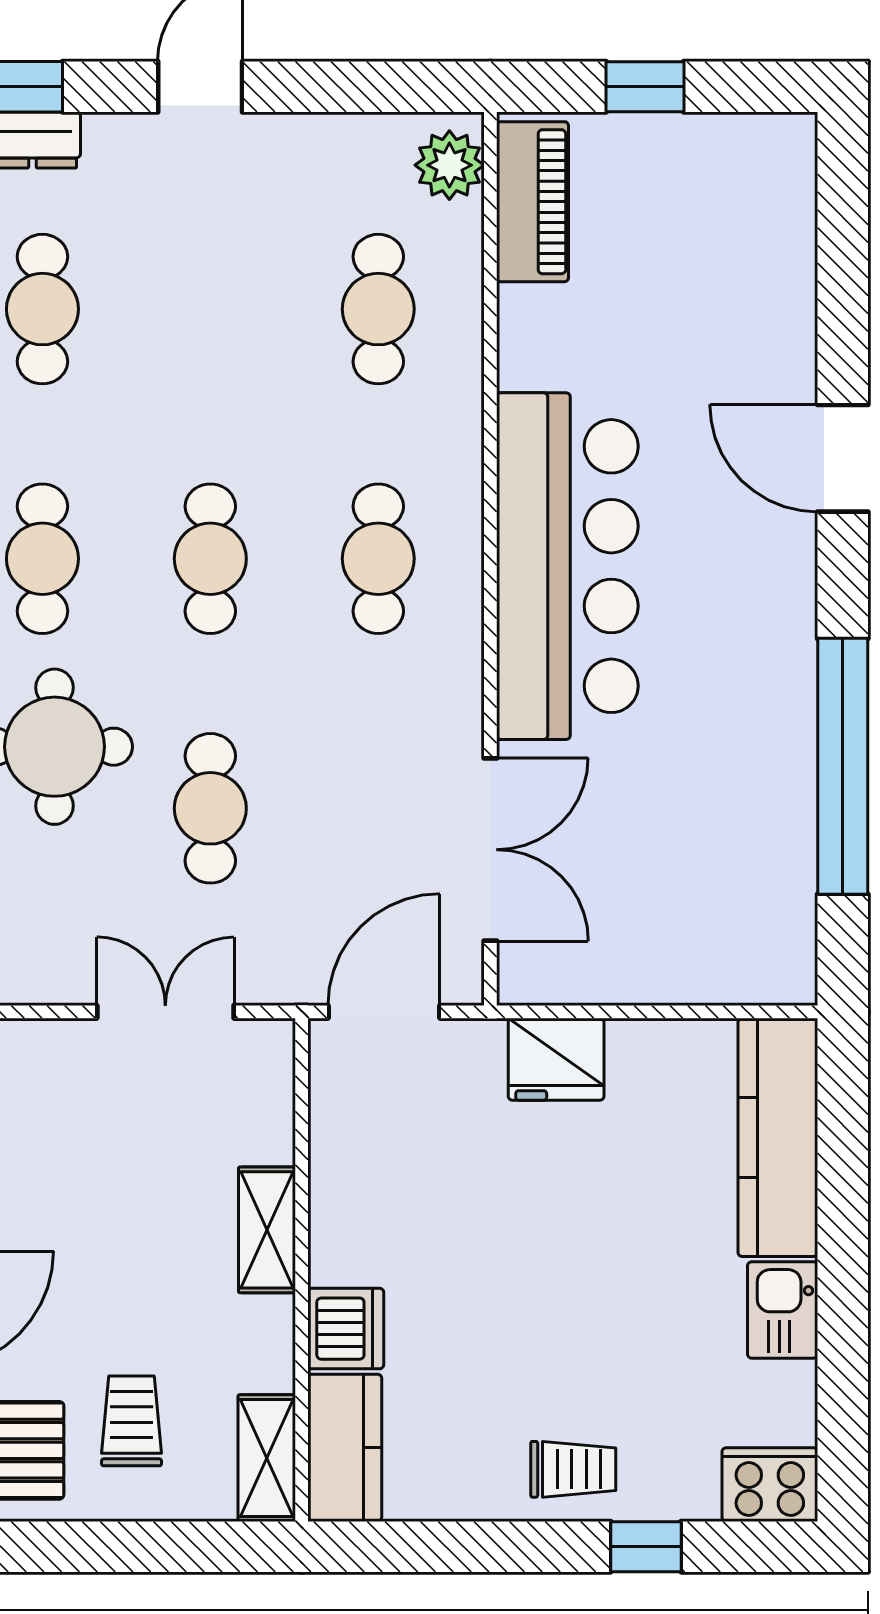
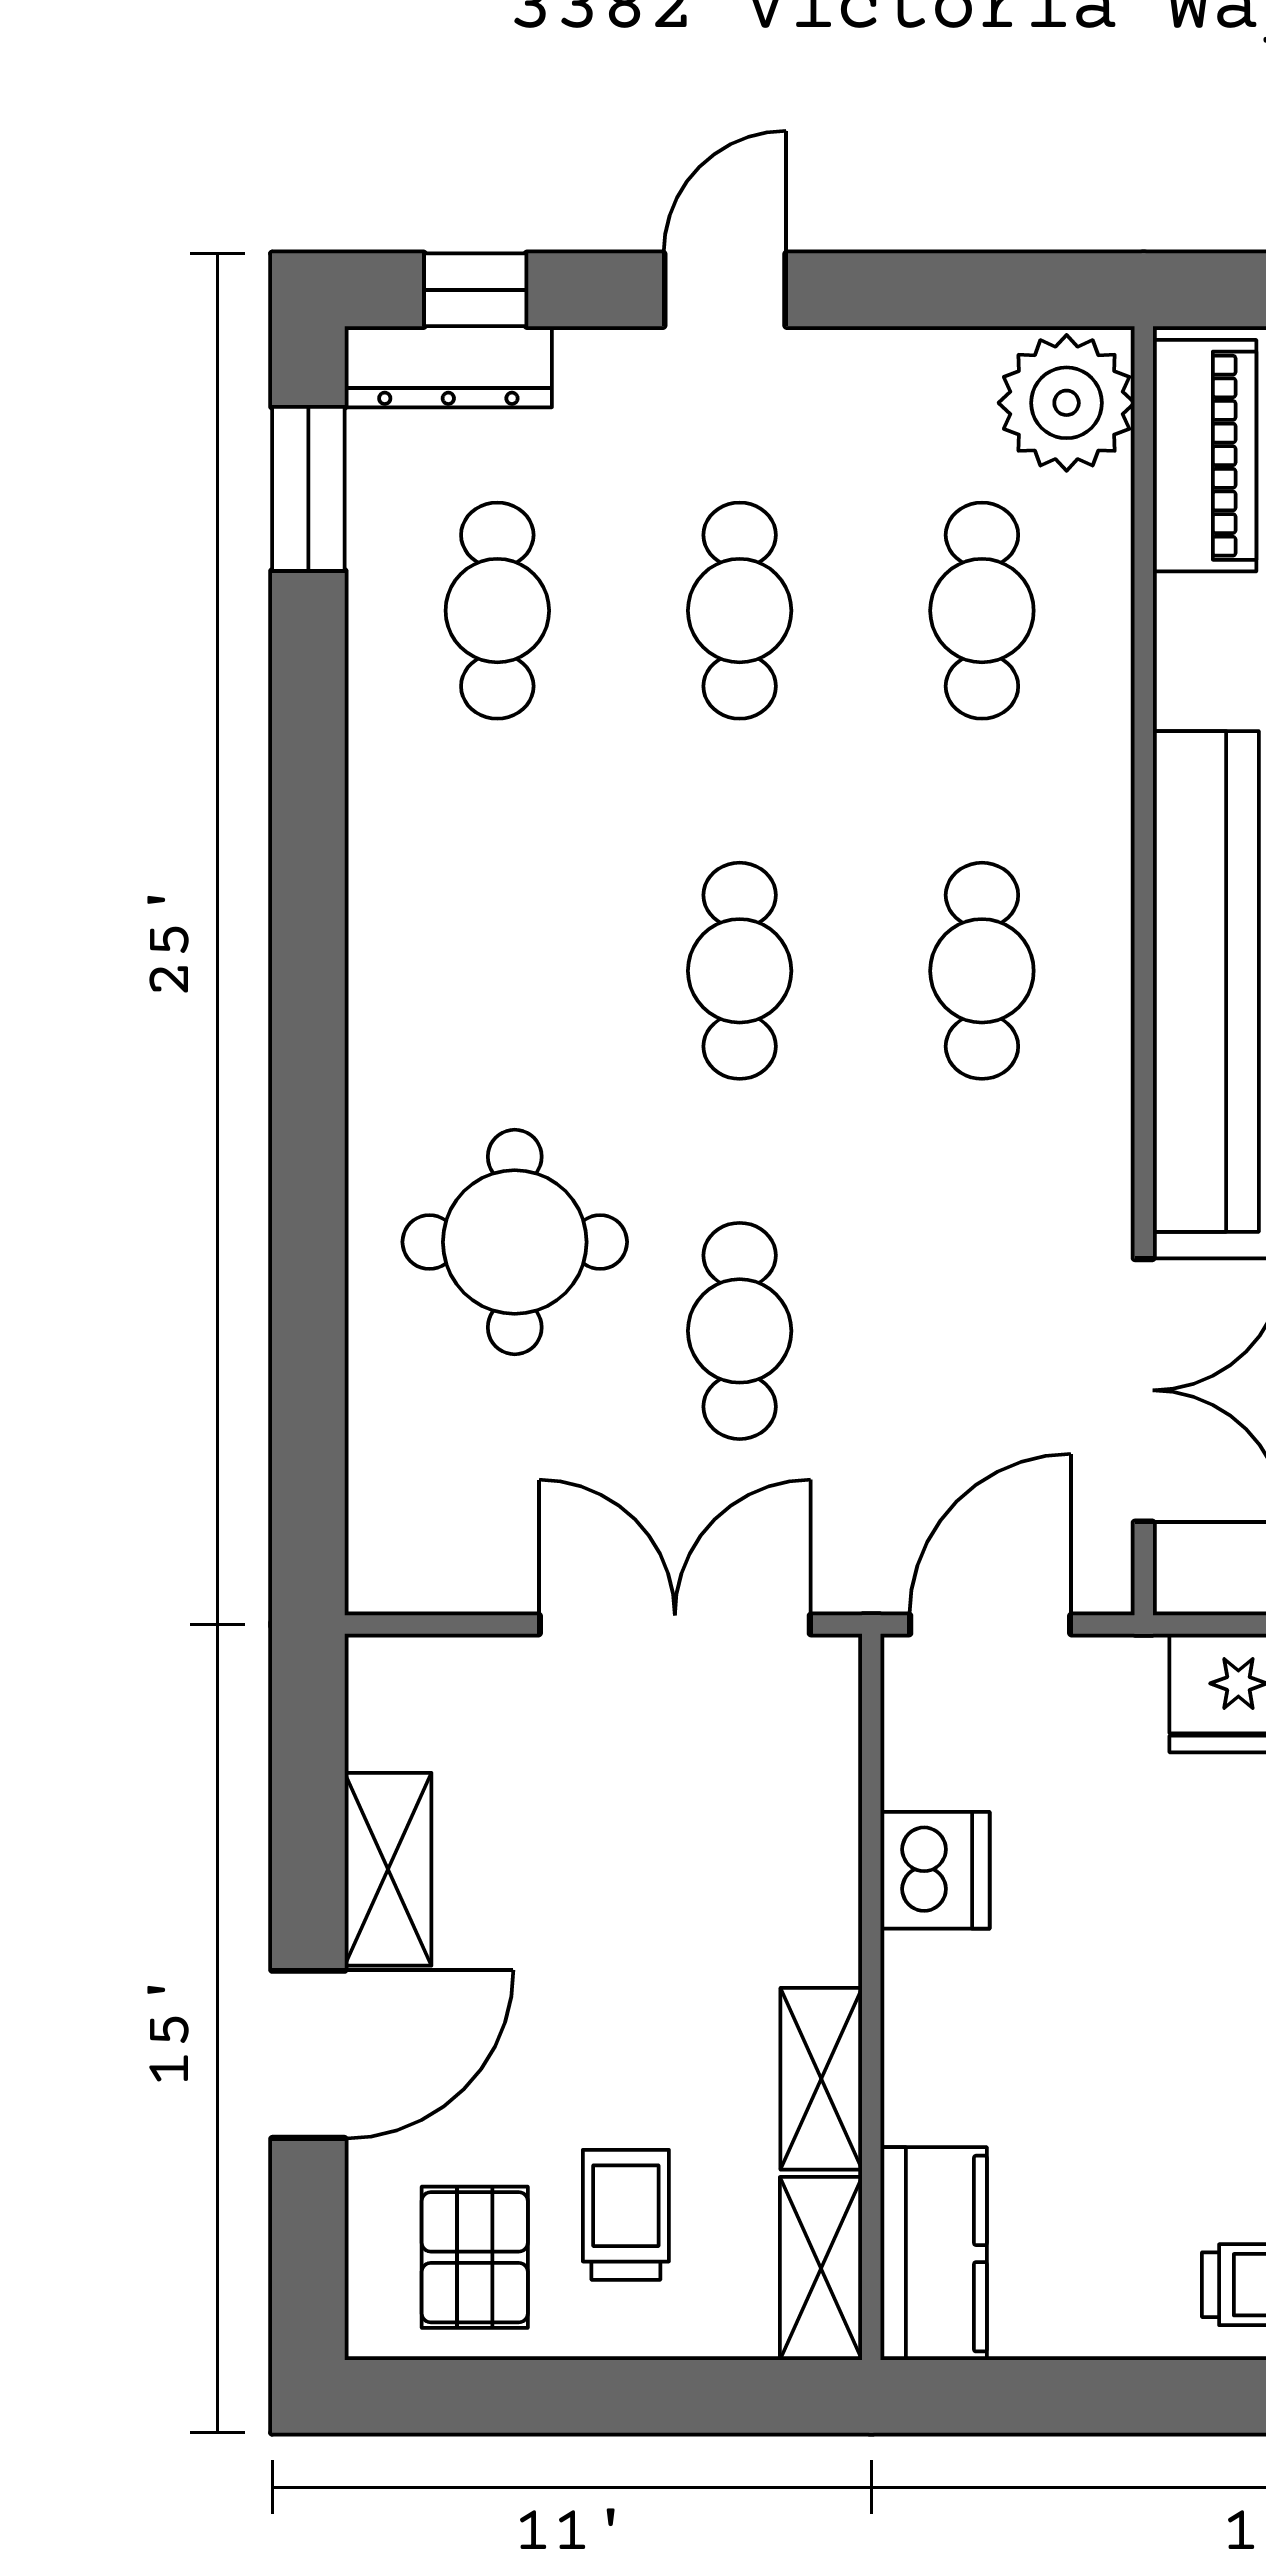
plant: (449, 165) -> (1067, 403), width x1.36, depth x1.36
cafe table: (42, 559) -> (740, 611), moved
double door: (165, 1012) -> (675, 1625), width x1.37
shelving: (267, 1230) -> (821, 2079), moved
dishwasher: (346, 1329) -> (935, 1870), moved

